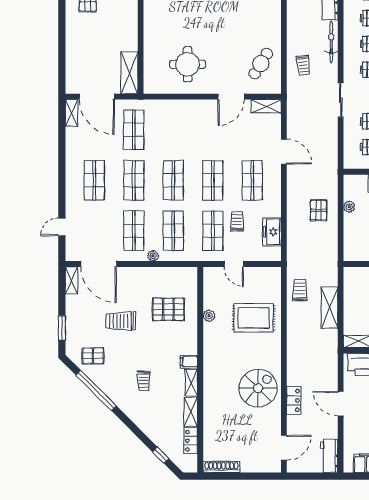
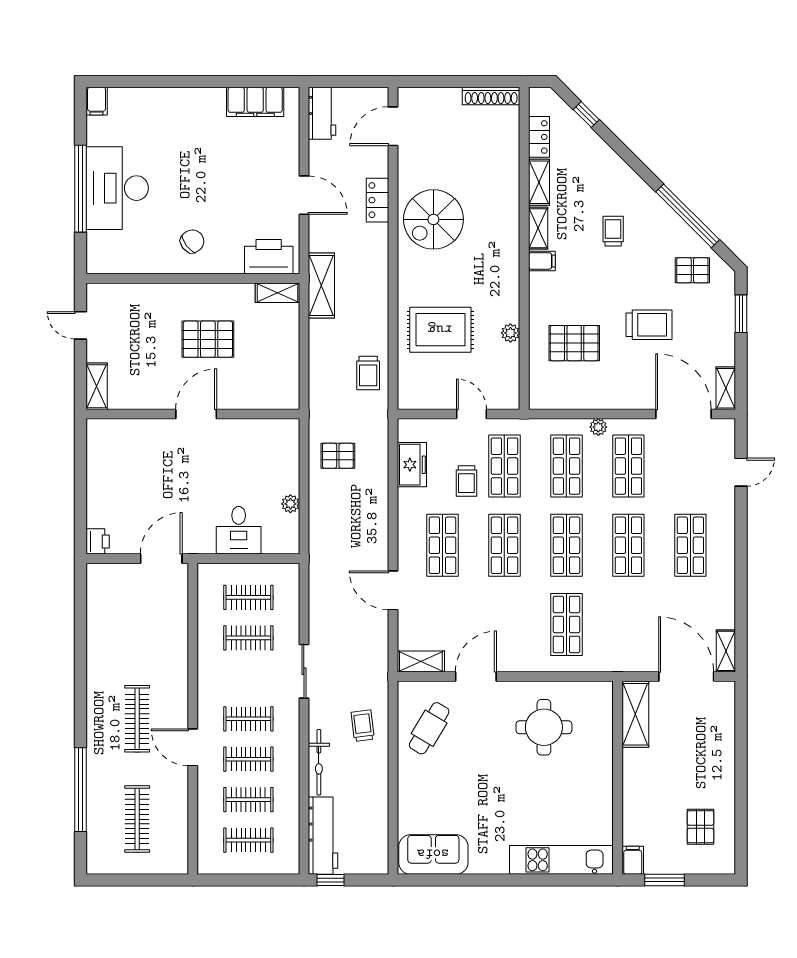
shop shelf: (134, 130) -> (566, 624), moved
pallet: (318, 210) -> (338, 456), moved, turned 90
shelving: (330, 308) -> (321, 285), moved

